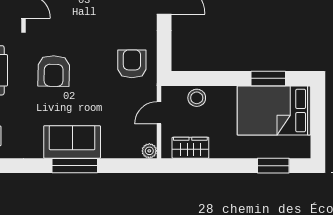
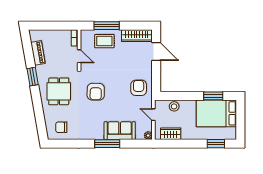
door: (159, 113) -> (153, 115), hinge flipped
sofa: (72, 142) -> (120, 131), moved

